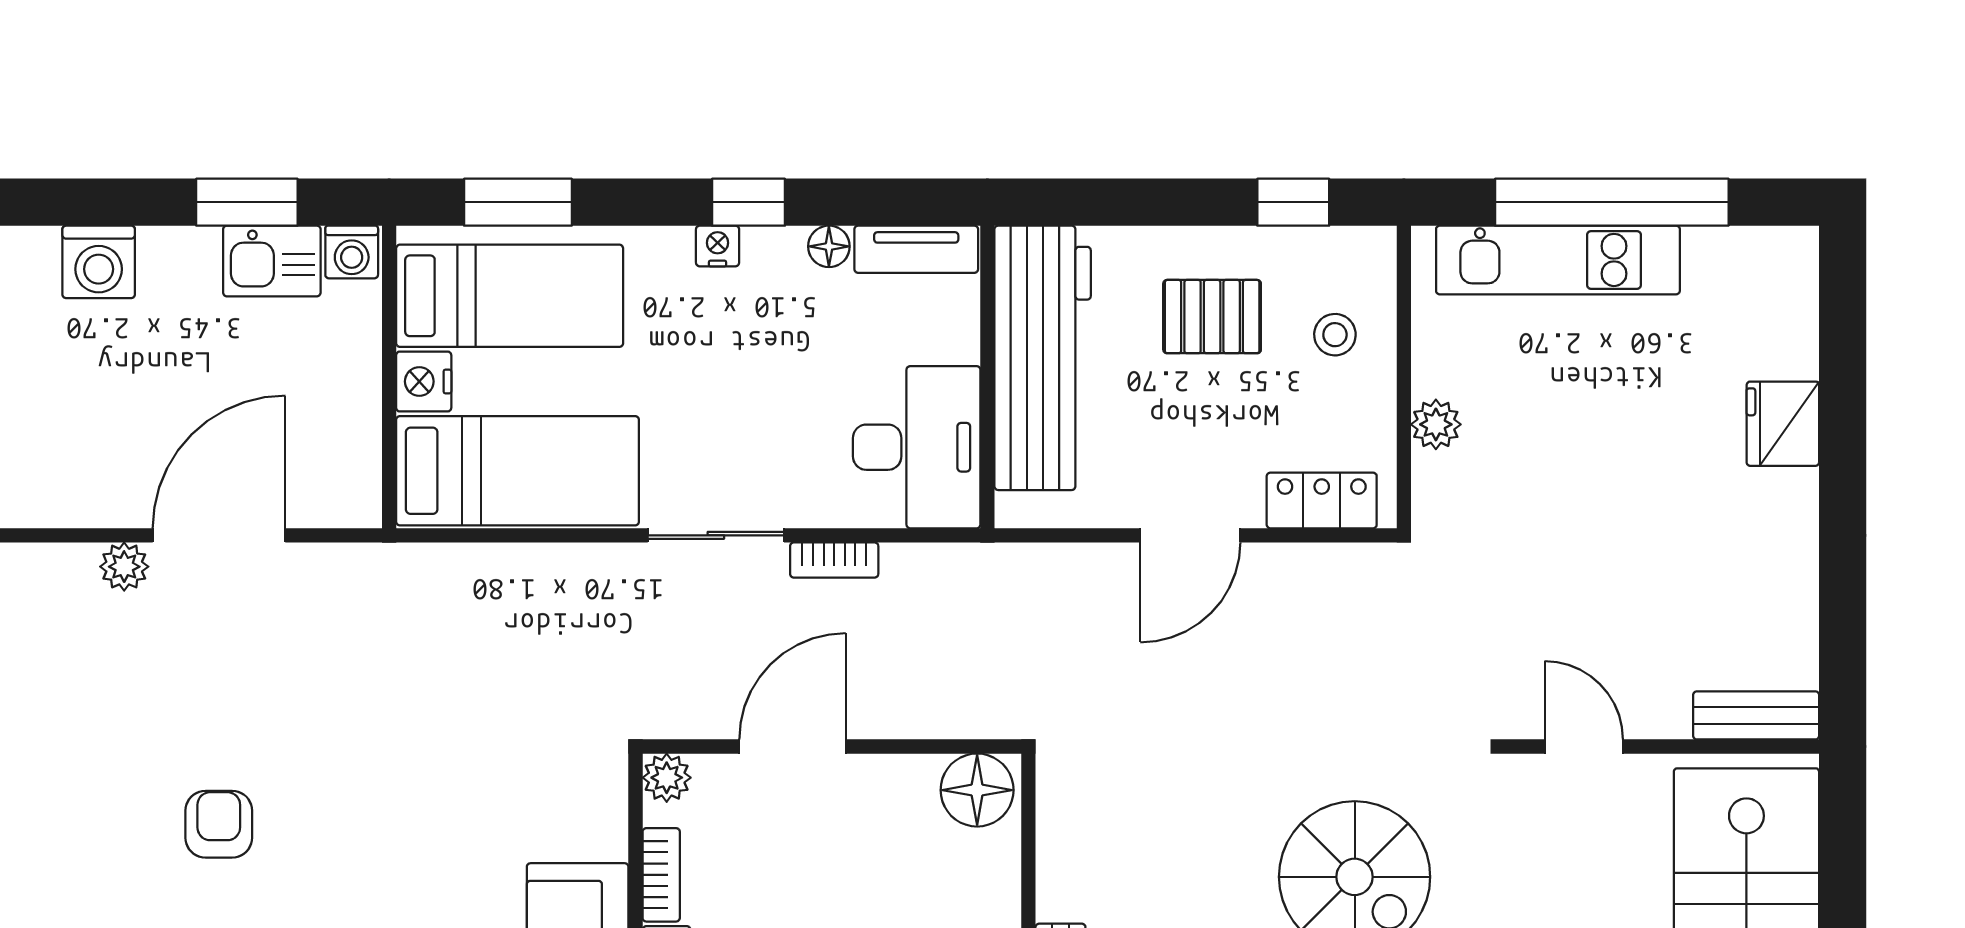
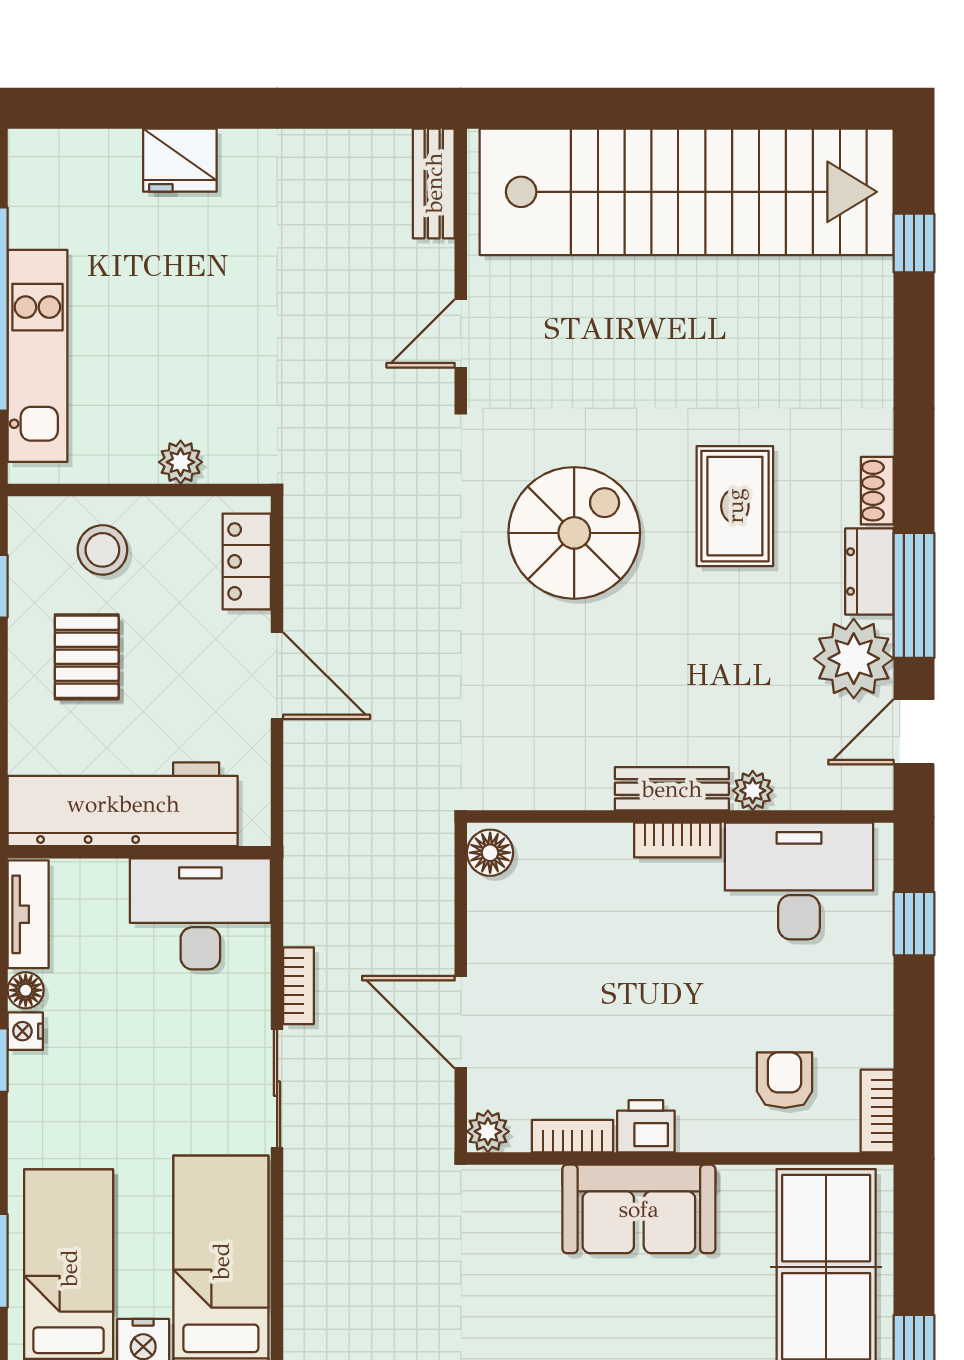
nightstand: (718, 246) -> (25, 1031), moved
stool: (1335, 335) -> (102, 550), width x1.37, depth x1.37
floor lamp: (977, 790) -> (490, 853), width x0.73, depth x0.73

